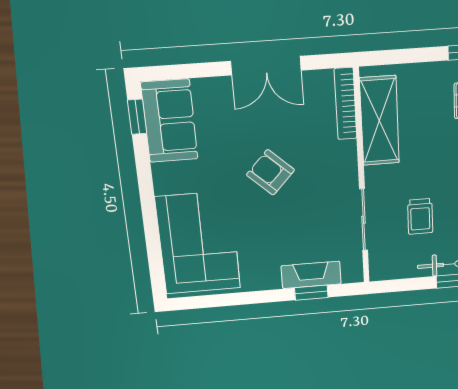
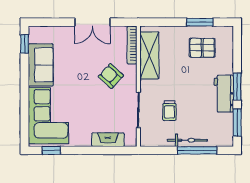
sofa: (169, 121) -> (41, 65), moved
armchair: (270, 172) -> (111, 76), moved
window: (311, 293) -> (51, 150), moved

